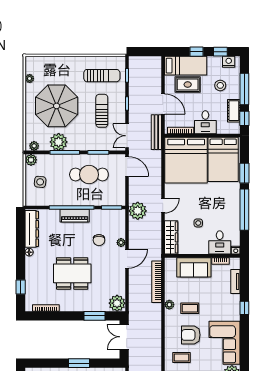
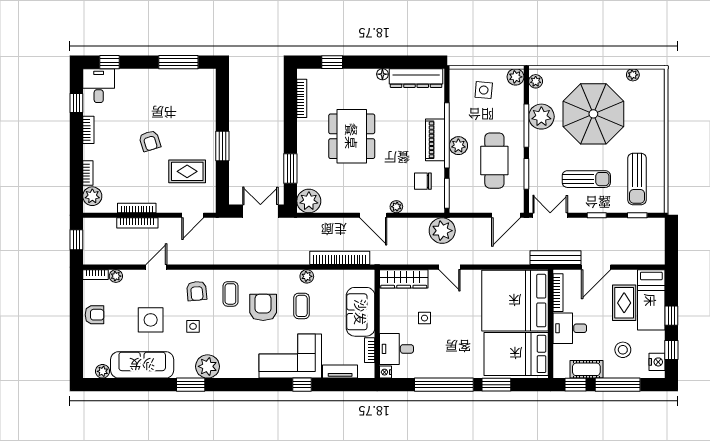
plant: (79, 199) -> (458, 146), added
chair: (99, 240) -> (423, 181), moved
corner sofa: (225, 343) -> (290, 356), moved

